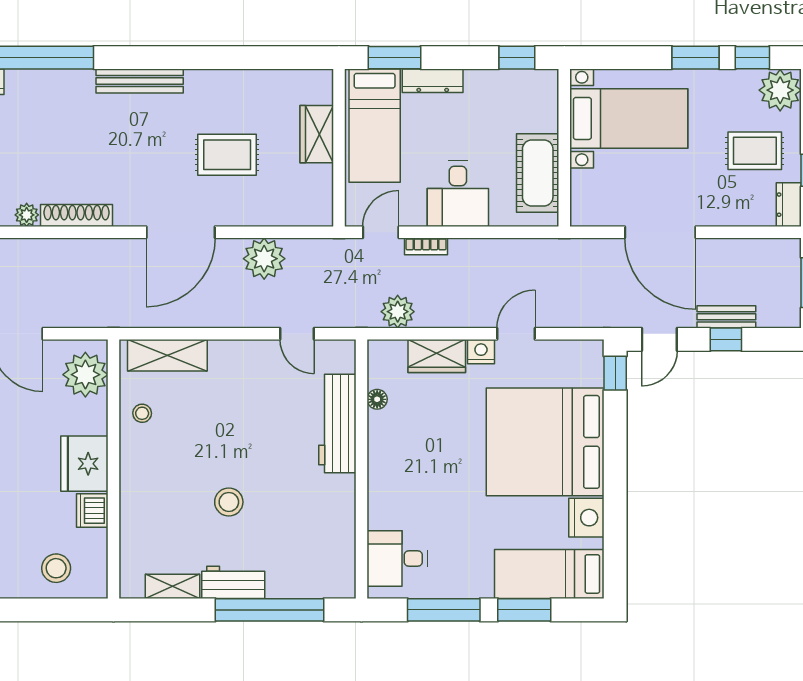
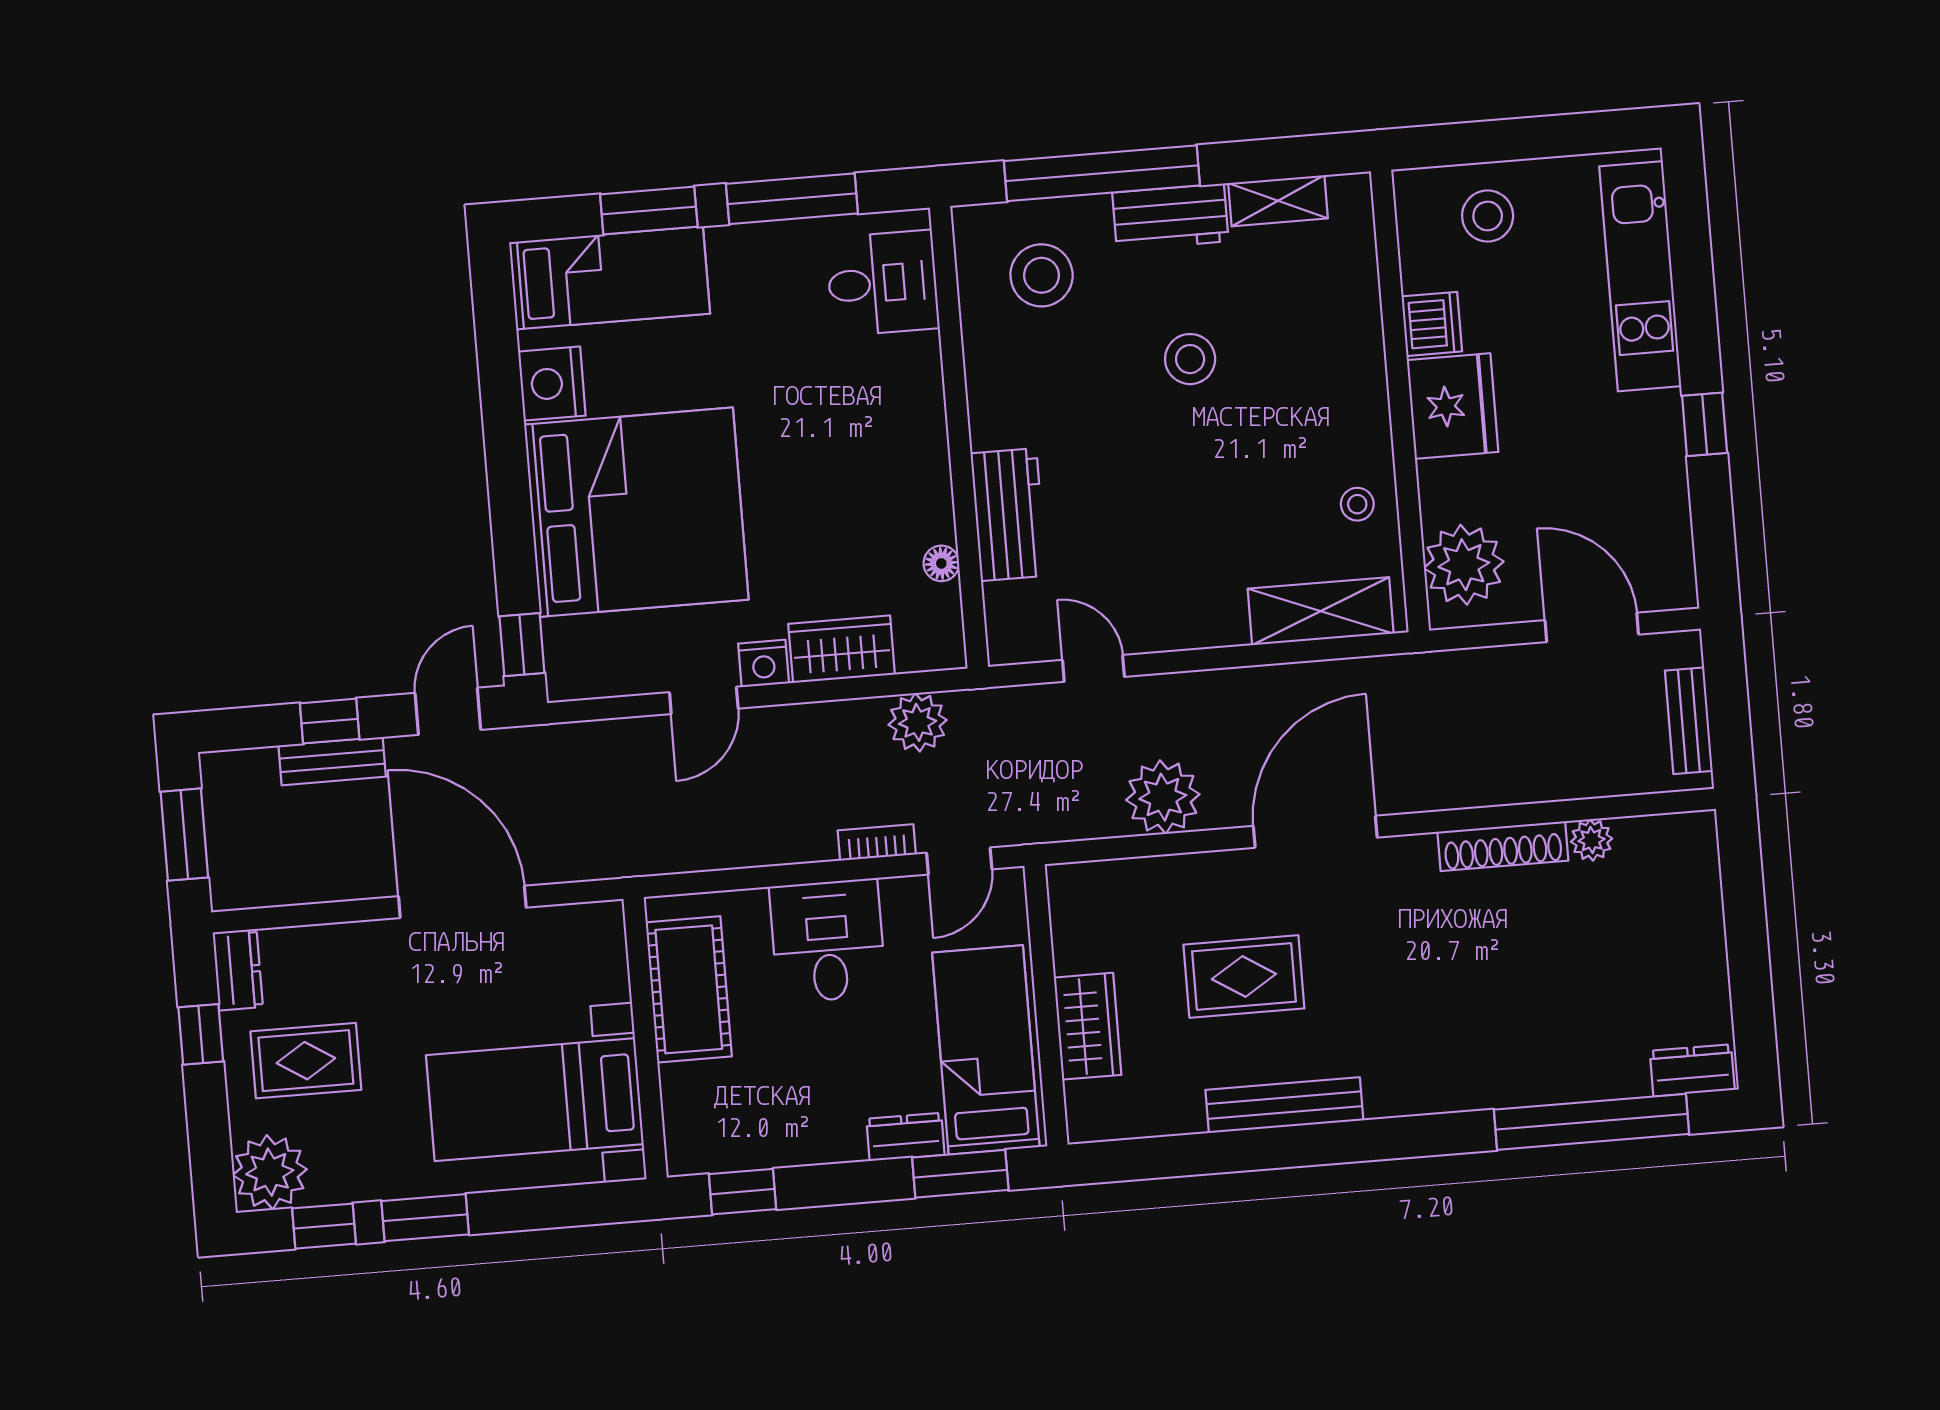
bench: (140, 81) -> (1284, 1105), moved
dresser: (433, 81) -> (905, 1137), width x0.70
workbench: (337, 423) -> (1009, 515), width x0.73
stool: (308, 556) -> (1042, 275), added

